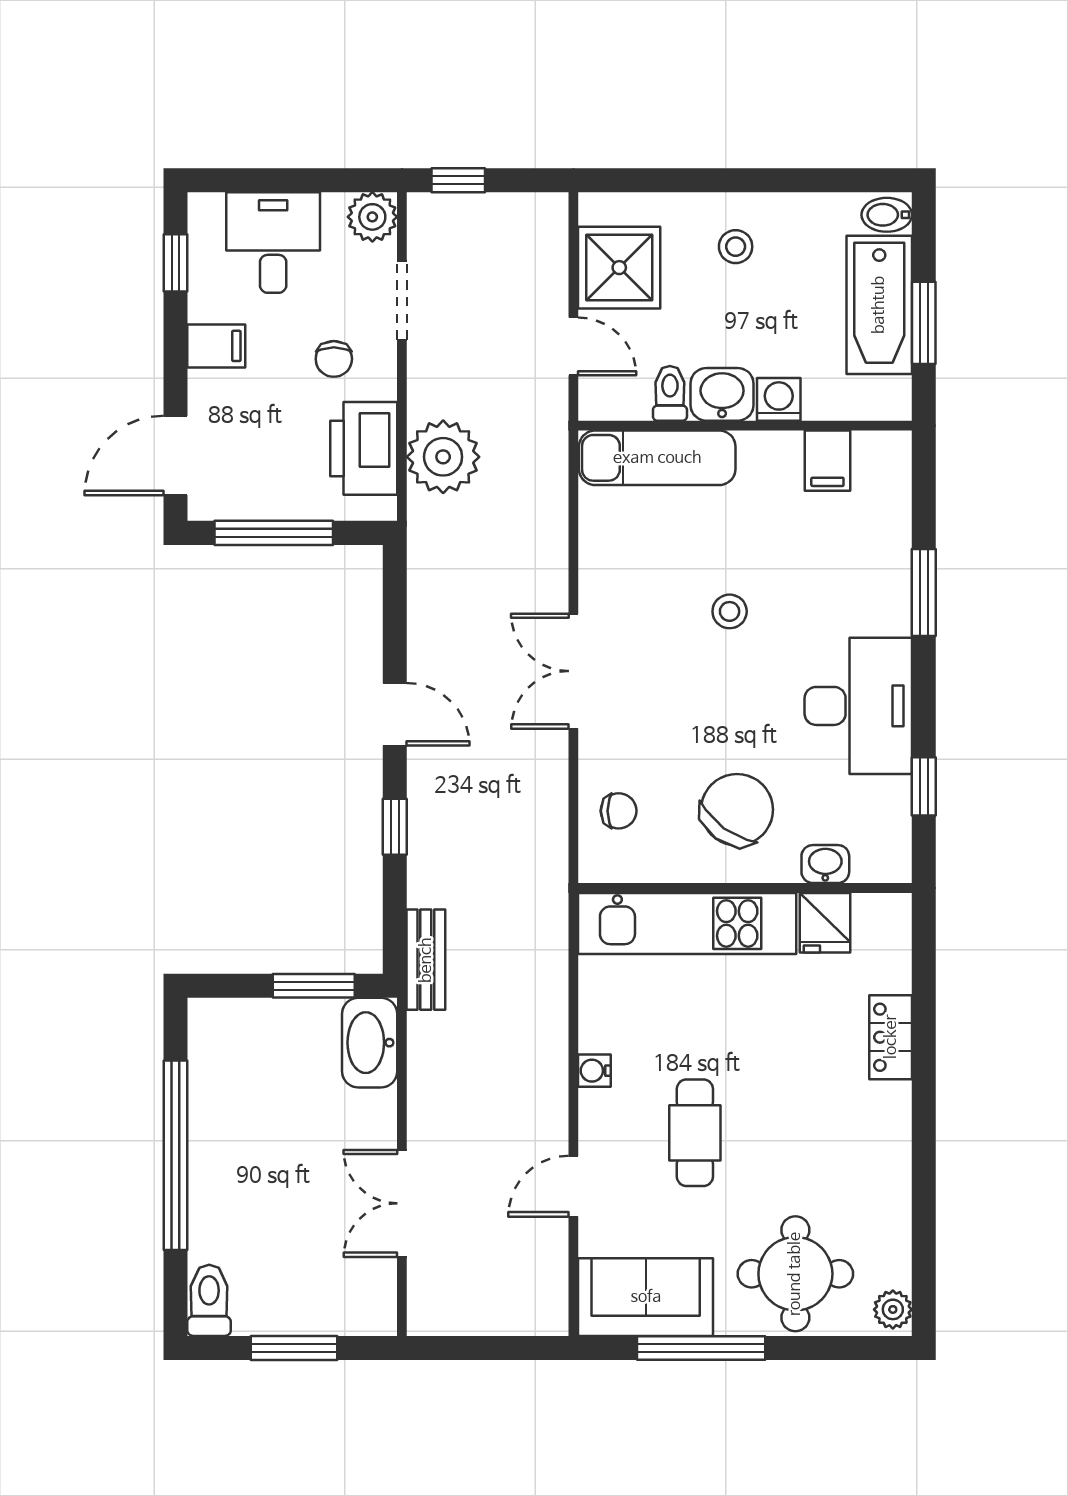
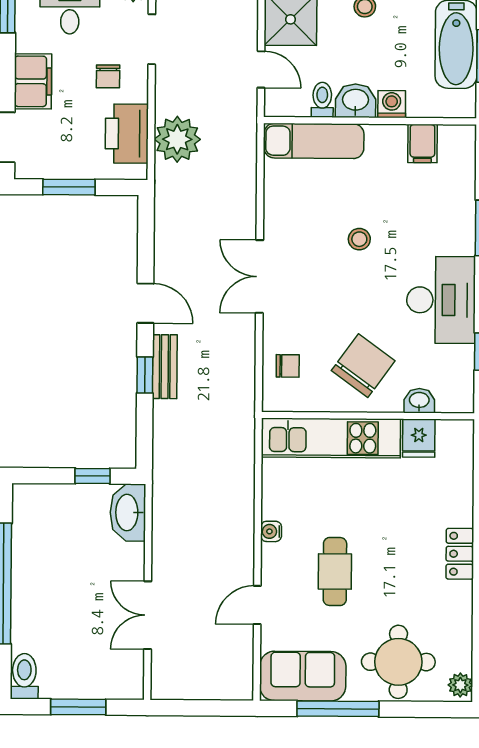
filing cabinet: (216, 346) -> (33, 81), width x2.00
window: (274, 533) -> (69, 187), width x0.69
bench: (426, 960) -> (165, 367), moved
window: (314, 986) -> (92, 476), width x0.67
locker: (891, 1037) -> (460, 554), moved

